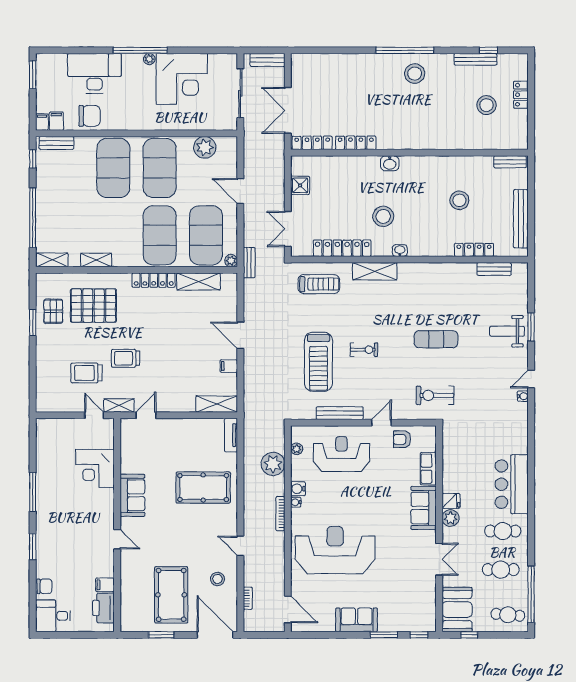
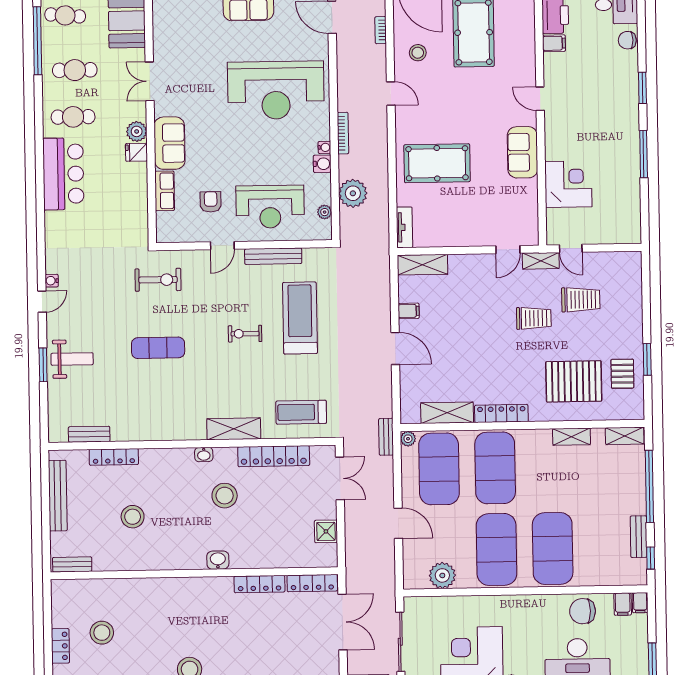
bench: (56, 143) -> (639, 537), moved, turned 90
armchair: (402, 439) -> (211, 202), moved, turned -90

